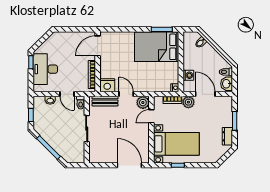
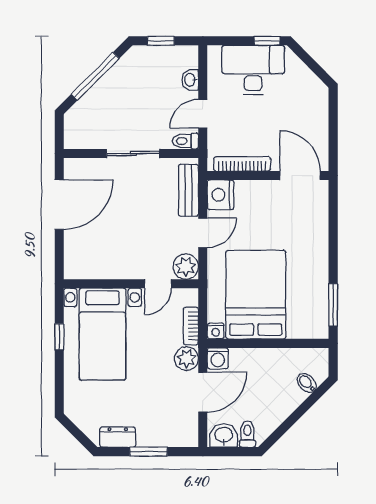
bed: (157, 47) -> (256, 295), moved
washing machine: (188, 75) -> (218, 358), moved
door: (151, 116) -> (158, 284), swing flipped
door: (129, 165) -> (59, 205), moved

